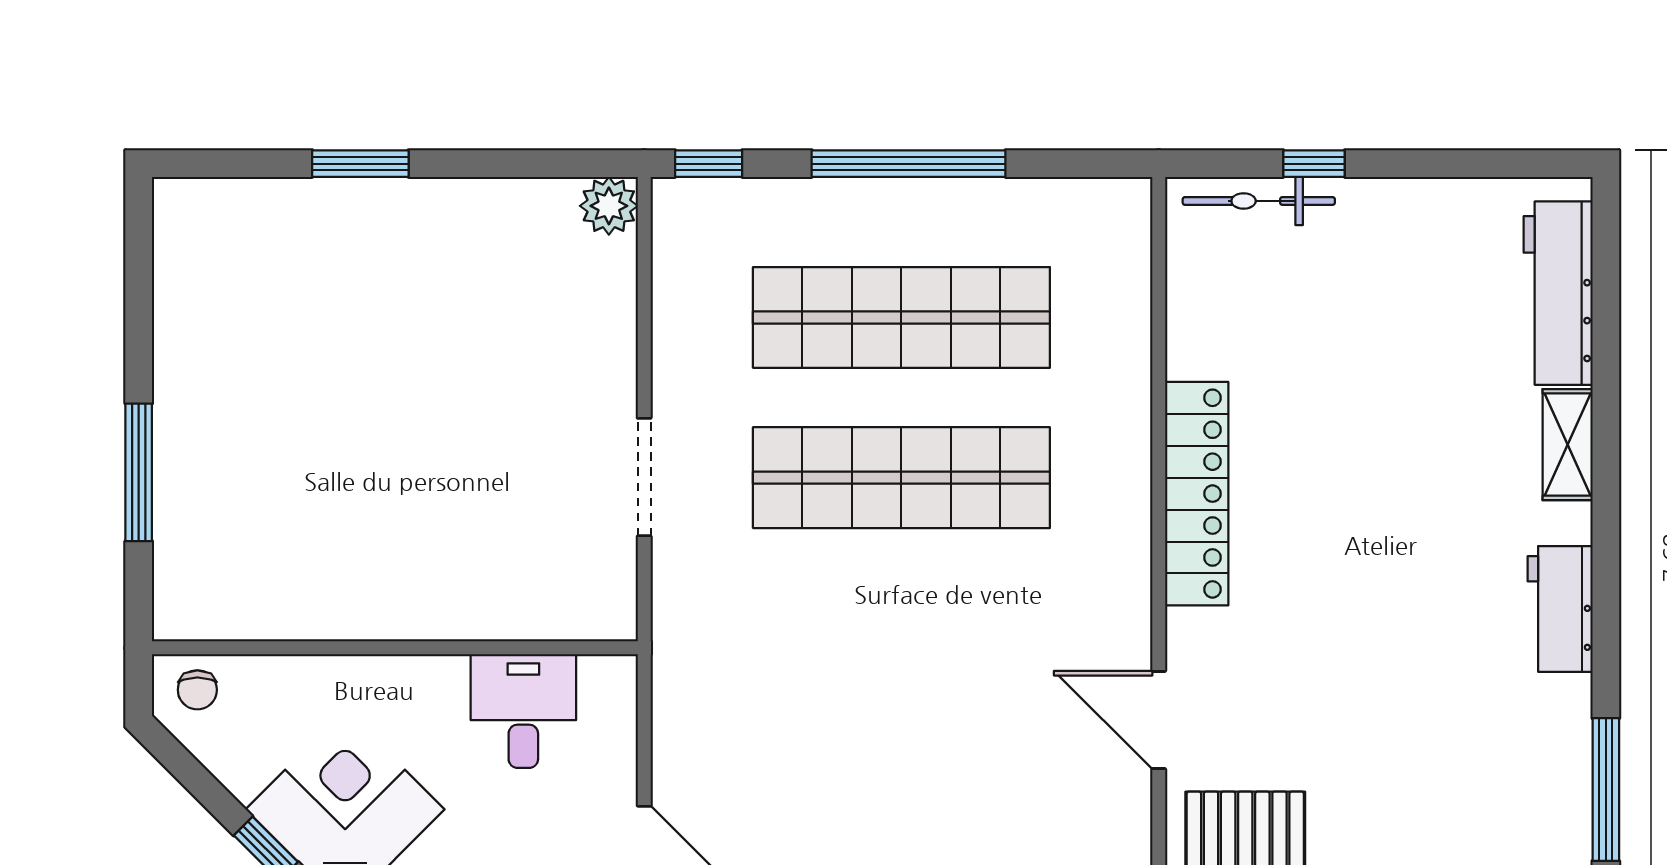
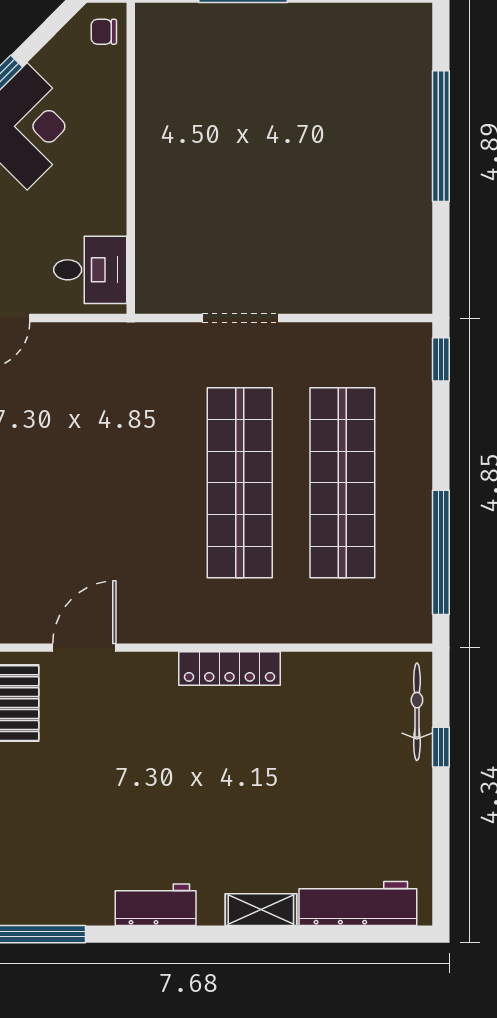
window: (360, 164) -> (441, 136), width x2.11
window: (909, 164) -> (441, 552), moved
plant: (609, 206) -> (414, 295), removed
locker: (1197, 494) -> (230, 669), width x0.71, depth x0.83
desk: (523, 711) -> (90, 270), moved

